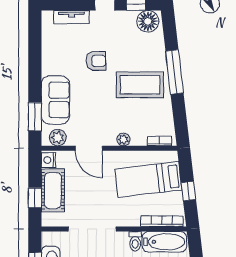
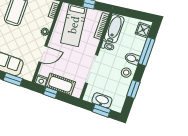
plant: (58, 138) -> (30, 70), removed
window: (35, 198) -> (50, 93), moved

